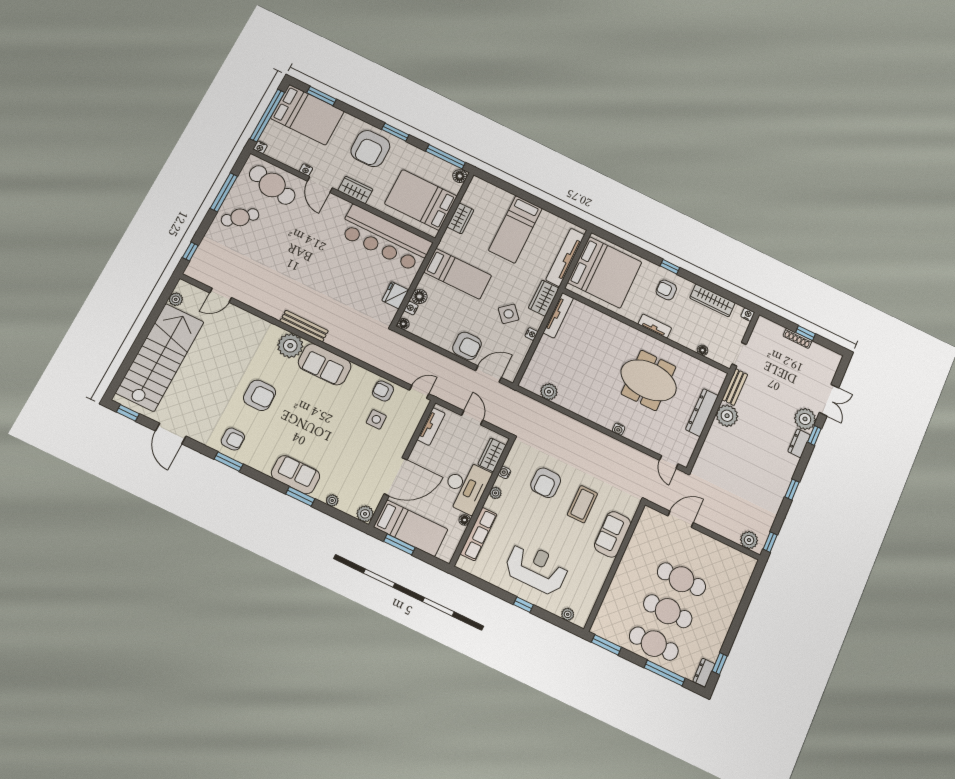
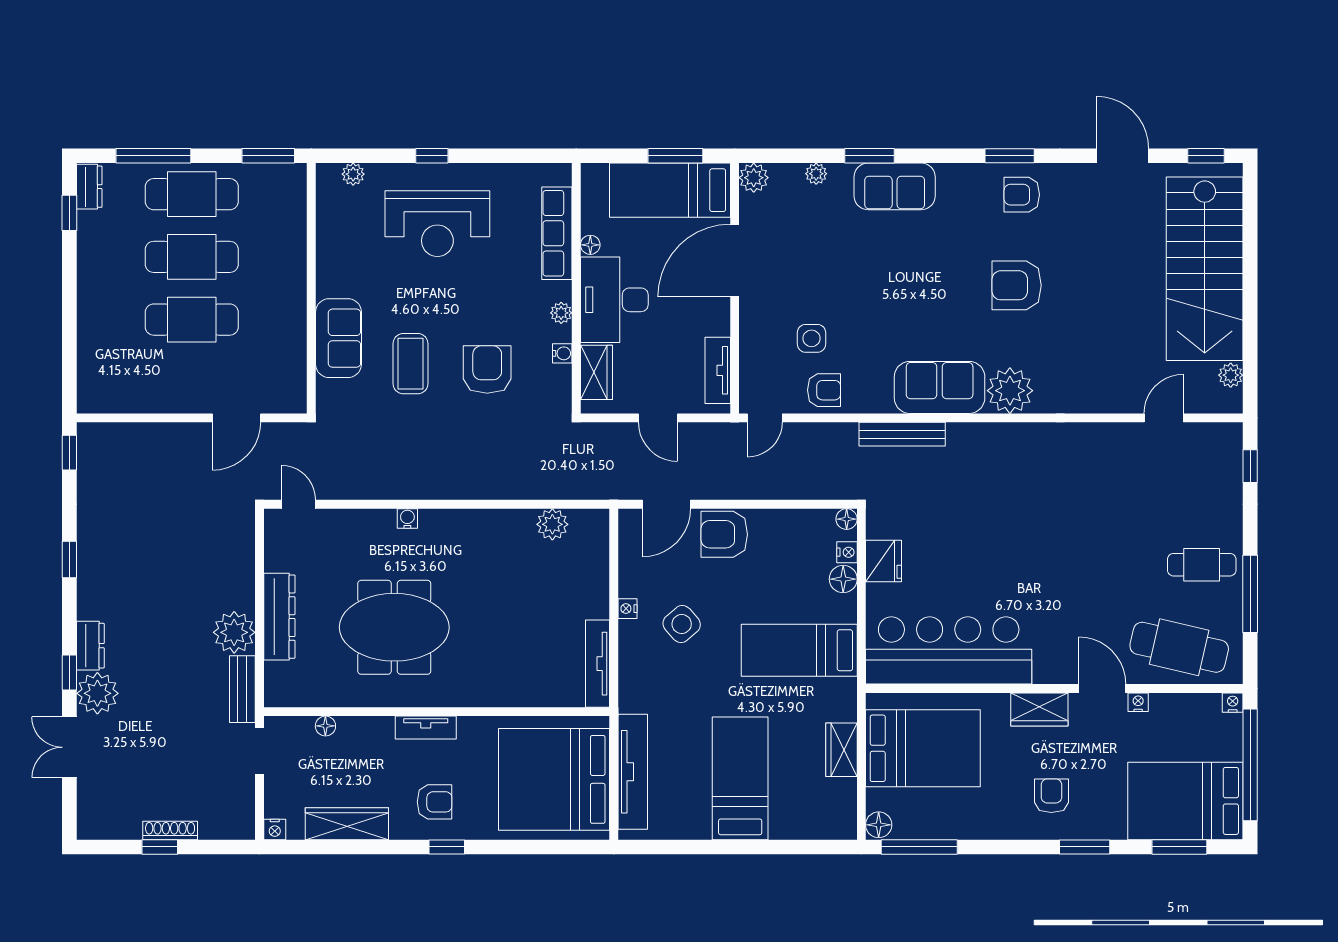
window: (395, 132) -> (1085, 847), moved
armchair: (370, 149) -> (1051, 796), width x0.53, depth x0.53
cafe table: (240, 217) -> (1202, 565), turned 41
wardrobe: (544, 298) -> (636, 681), removed
bench: (304, 326) -> (902, 434), moved
plant: (749, 540) -> (106, 439), removed

